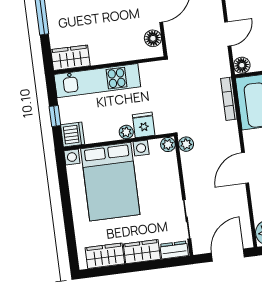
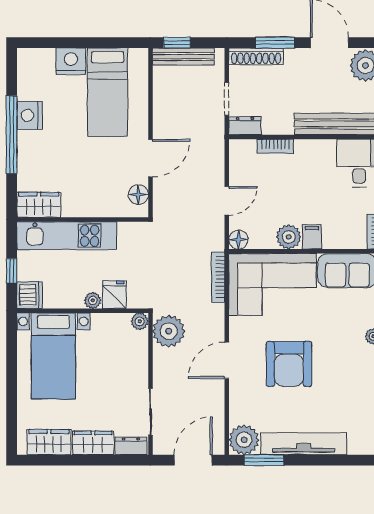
plant: (186, 144) -> (169, 331), width x1.88, depth x1.88
bed with nightstands: (110, 182) -> (53, 356), width x0.73

